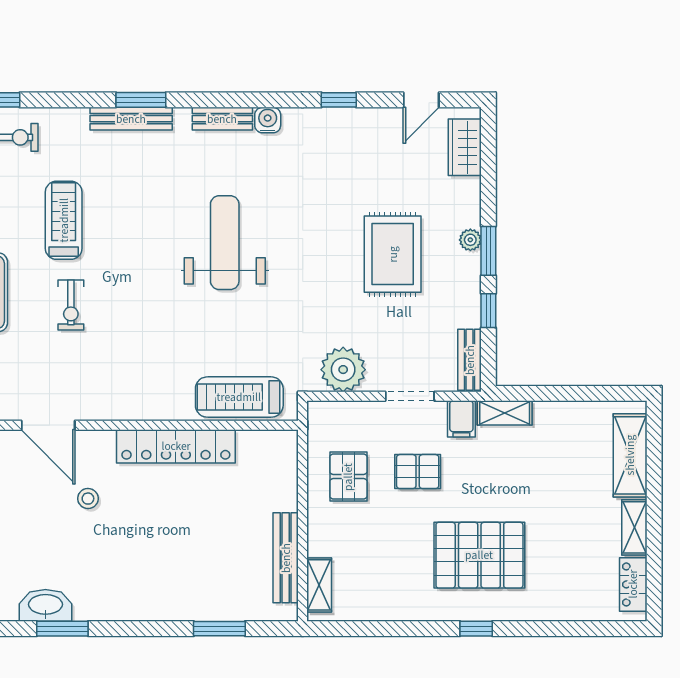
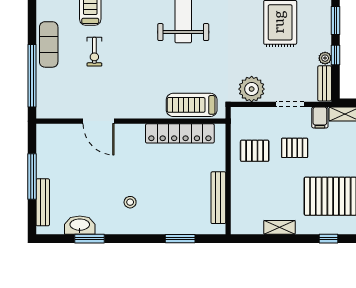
plant: (470, 240) -> (325, 58), moved
door: (48, 425) -> (99, 121), moved
locker: (176, 446) -> (180, 133), moved
pallet: (348, 477) -> (255, 151), turned 90
stool: (88, 499) -> (130, 202), moved
shelving: (319, 585) -> (279, 227), moved, turned 90

